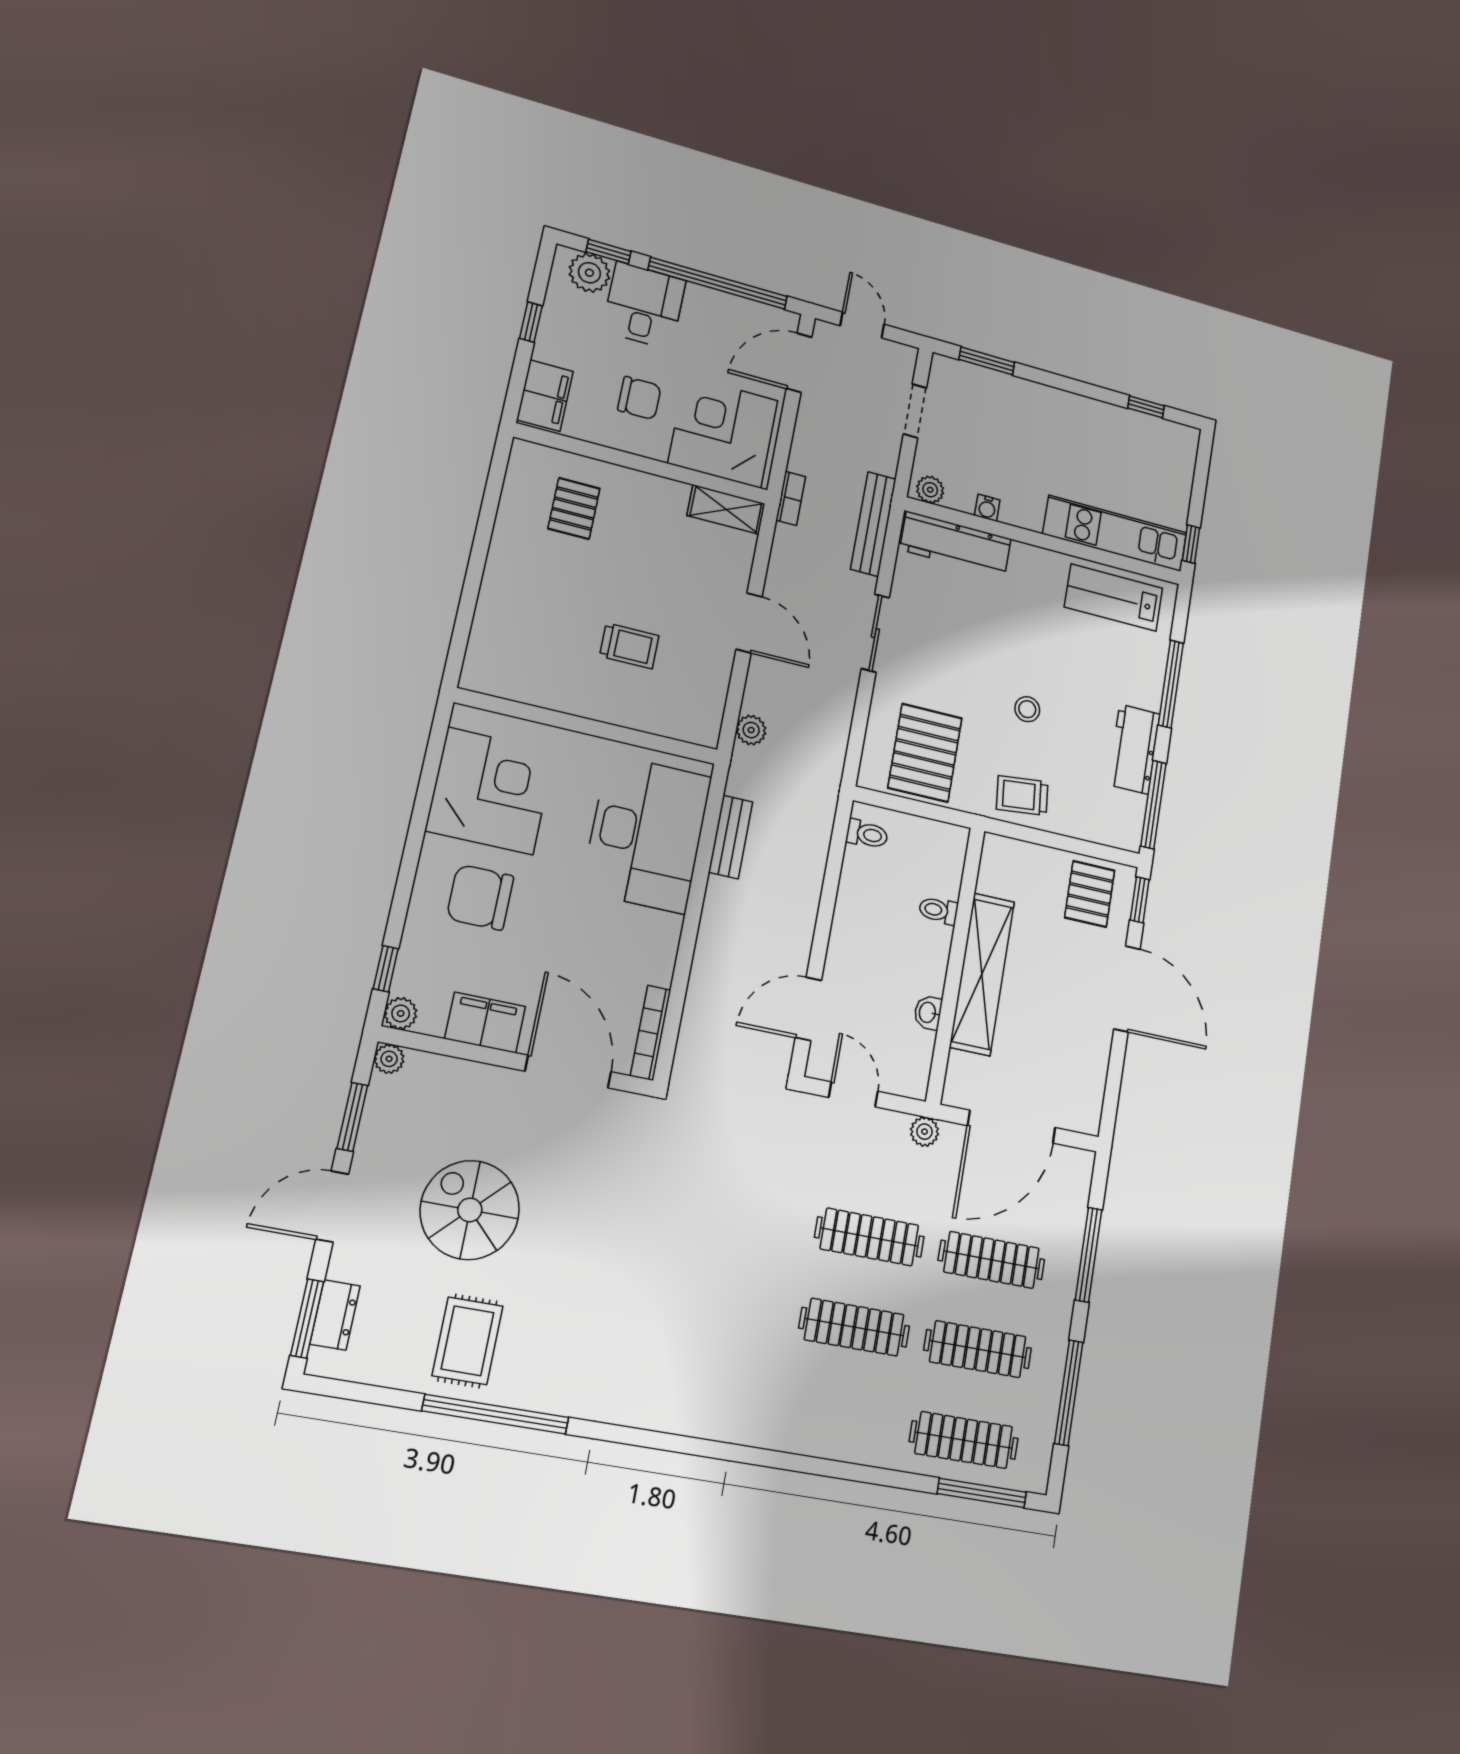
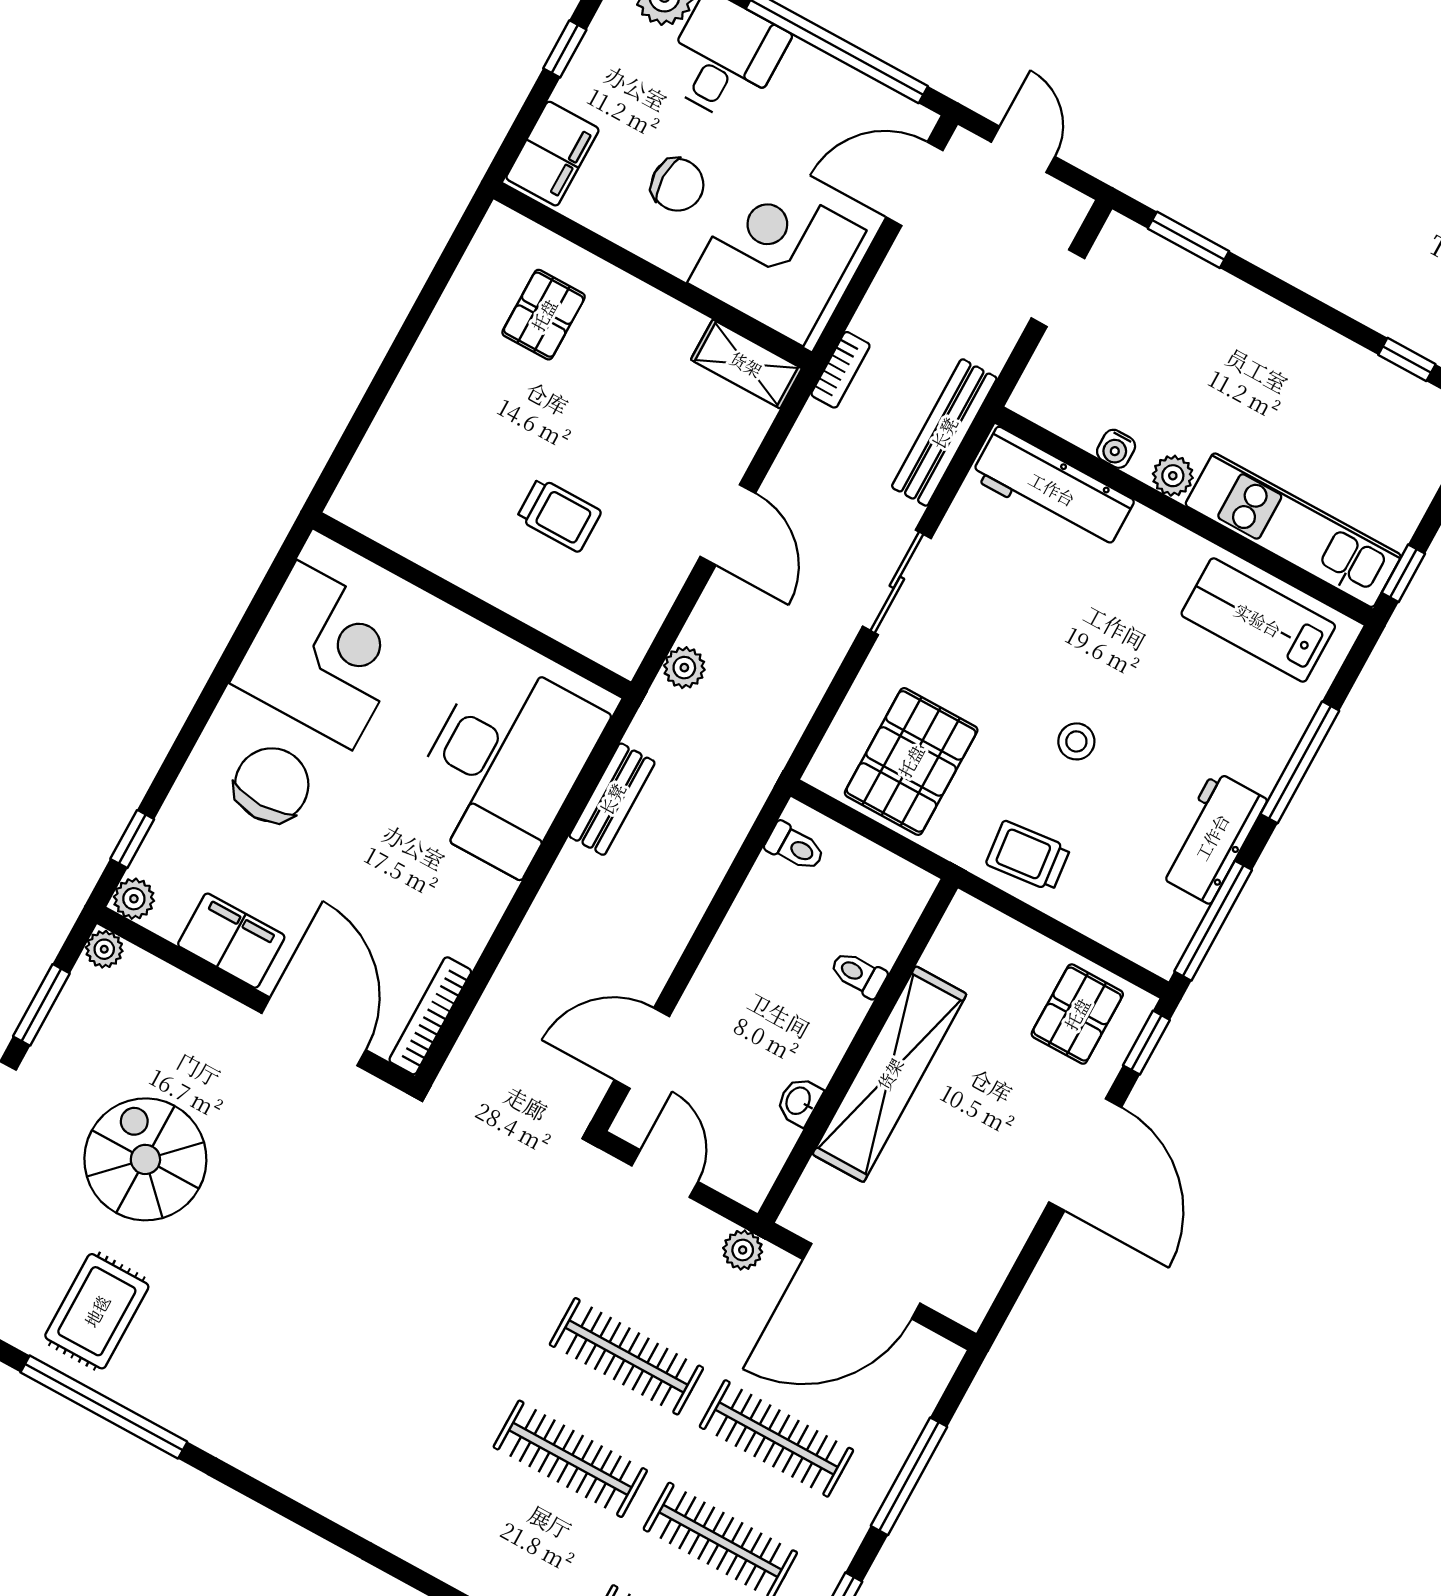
plant: (930, 490) -> (1173, 476), moved
chair: (480, 897) -> (272, 785), turned 90

